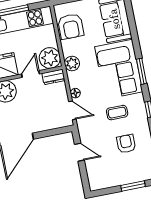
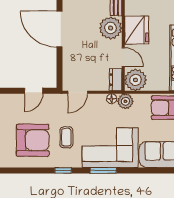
floor lamp: (75, 93) -> (112, 99), moved
armchair: (126, 144) -> (33, 140), width x1.88, depth x1.88

